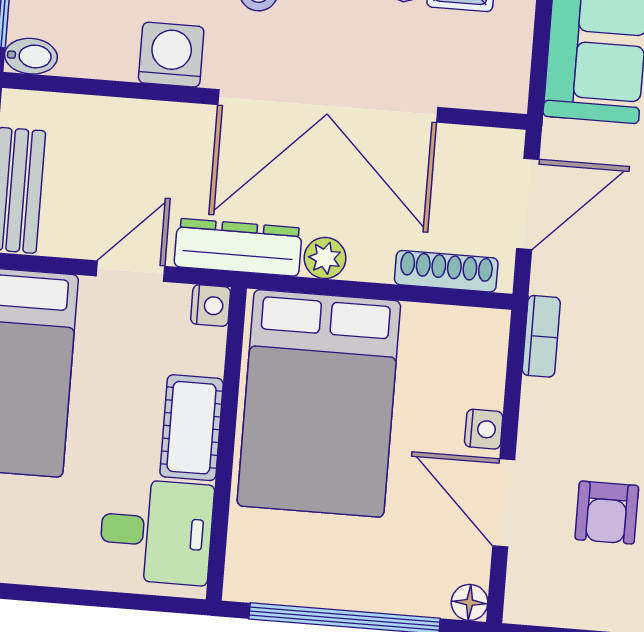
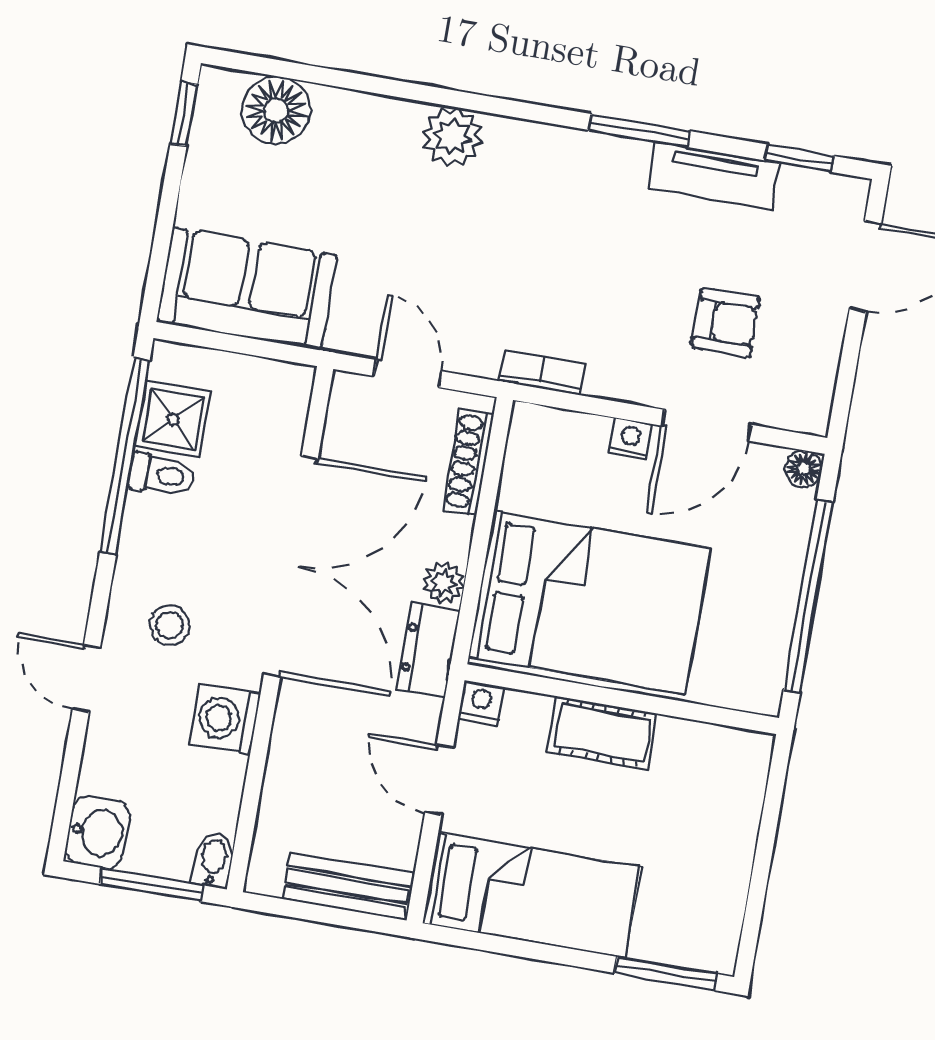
door: (528, 204) -> (408, 374), width x0.73
dresser: (238, 247) -> (428, 650), width x0.70
desk: (156, 532) -> (704, 778), removed

